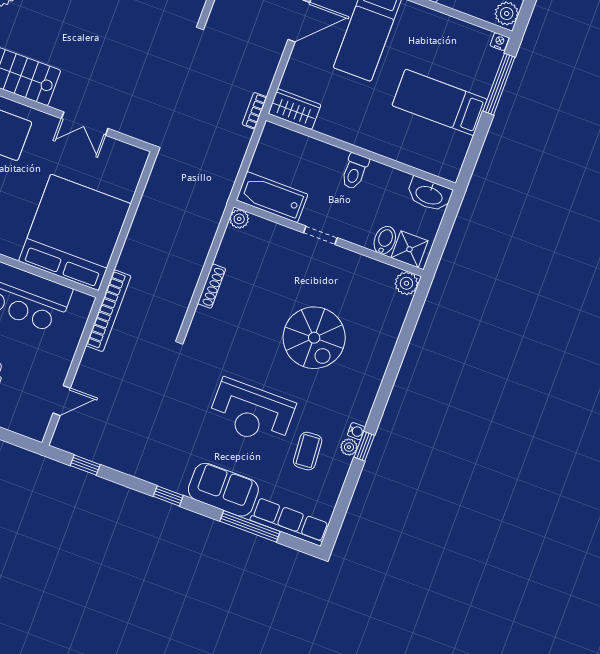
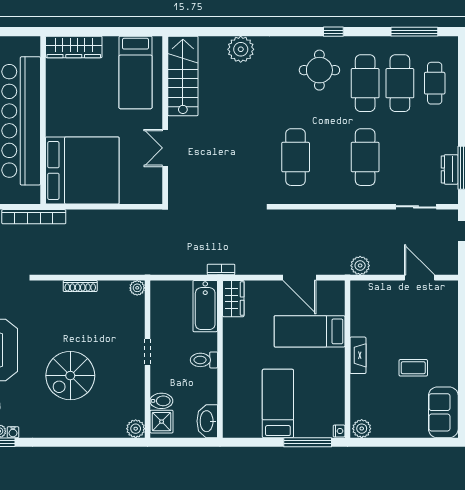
bathtub: (272, 197) -> (205, 306), moved, turned 180

